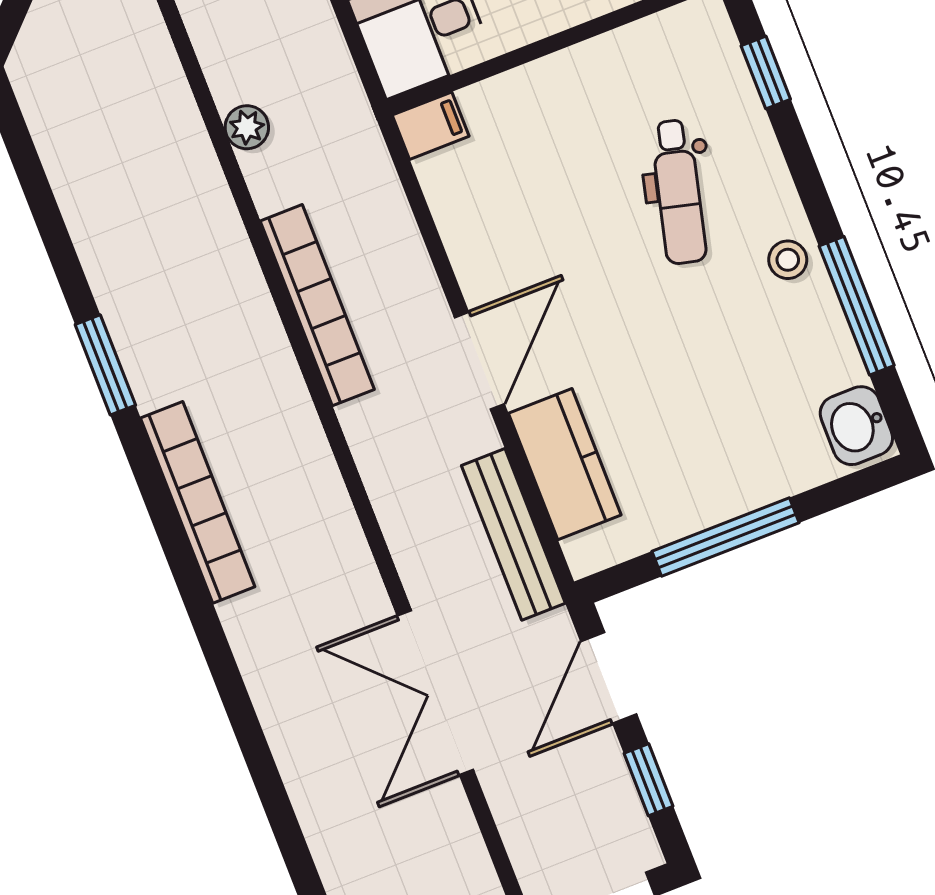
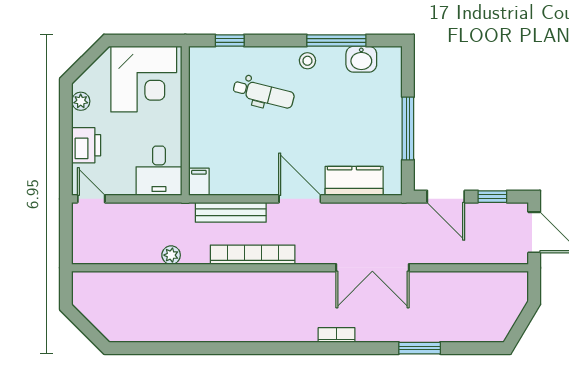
window: (105, 365) -> (420, 348), moved
washbasin: (856, 426) -> (361, 59), moved
bookcase: (198, 502) -> (337, 335), width x0.43, depth x0.76
bench: (513, 534) -> (231, 212), moved
double door: (435, 693) -> (372, 268), moved

